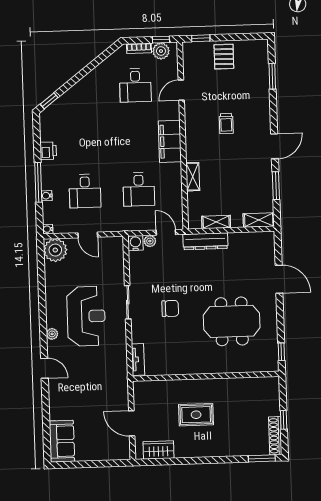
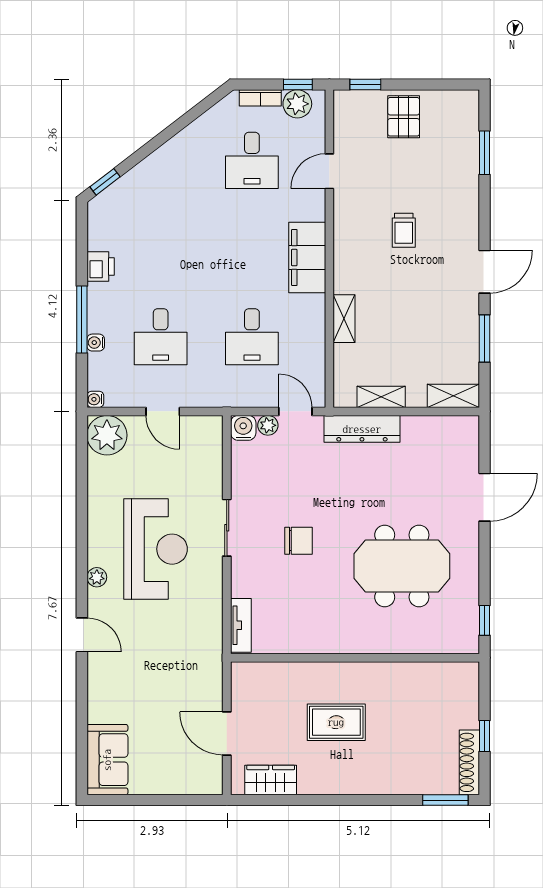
door: (279, 279) -> (485, 497), hinge flipped

